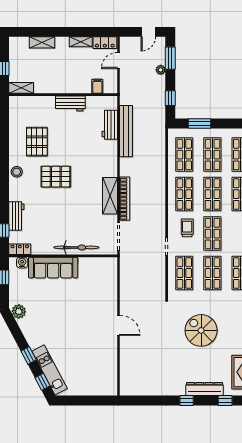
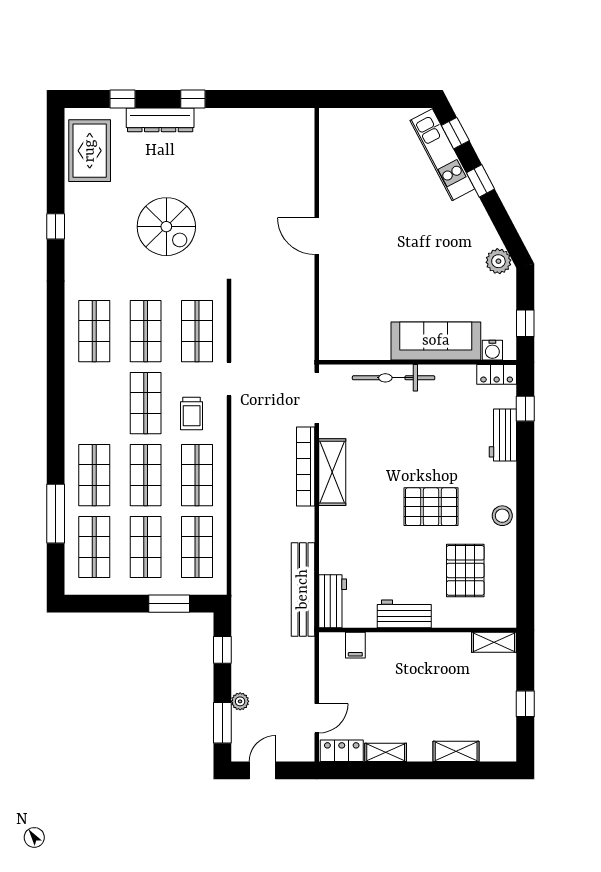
filing cabinet: (97, 86) -> (355, 645), moved
shelving: (21, 88) -> (494, 642), moved
wall: (63, 95) -> (418, 630), moved
workbench: (70, 103) -> (404, 614), moved

